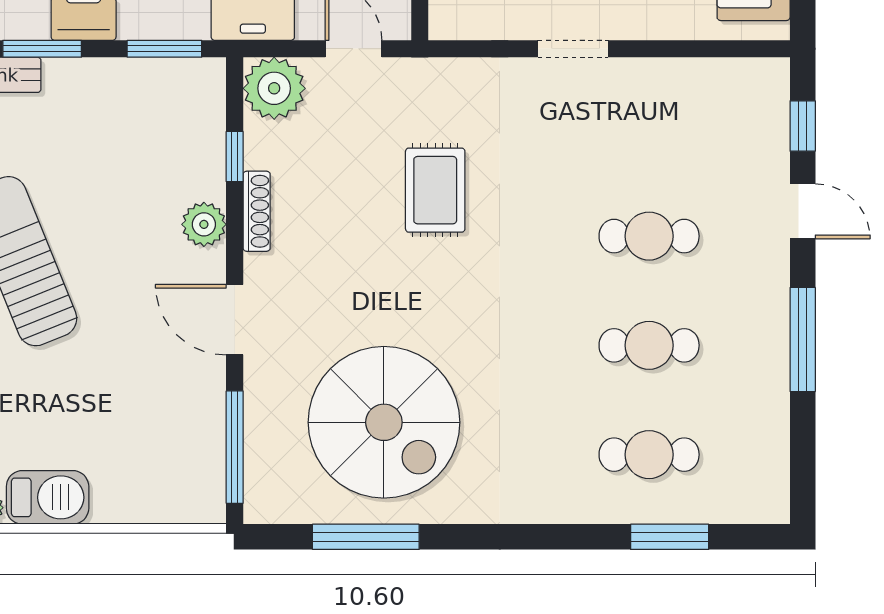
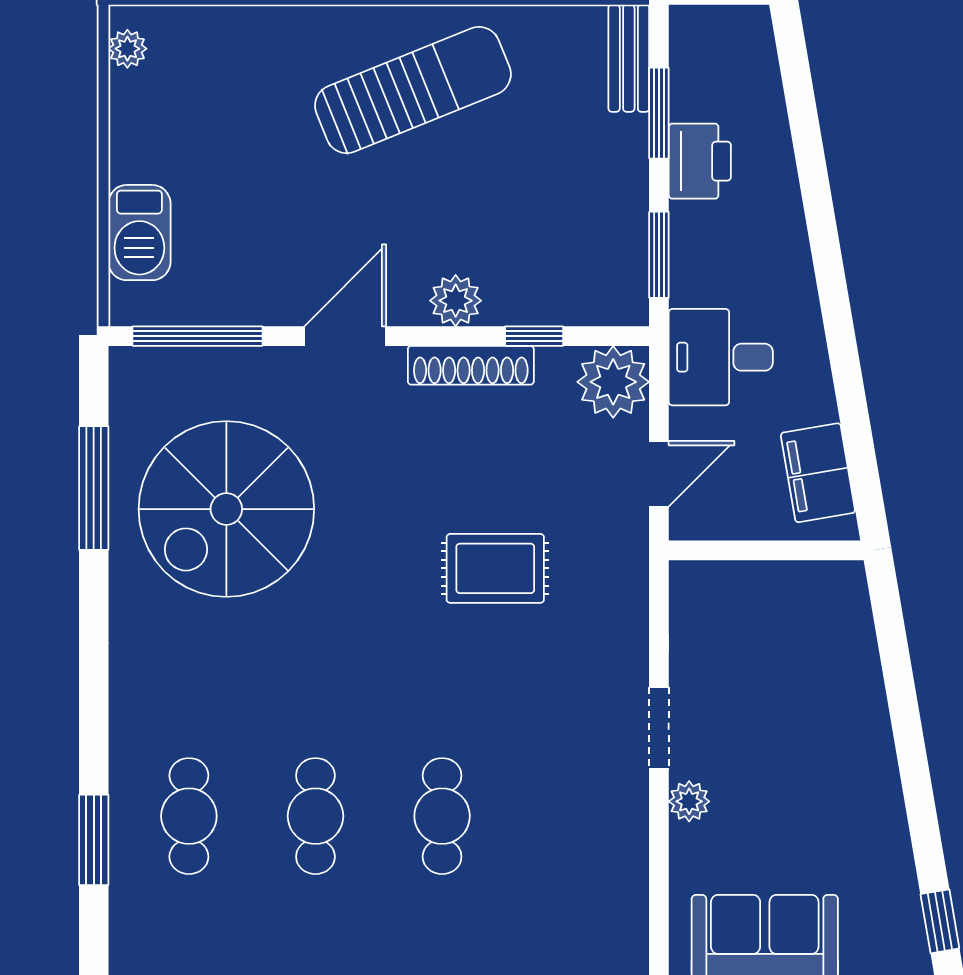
plant: (636, 23) -> (689, 801), added
shoe rack: (257, 211) -> (471, 365), width x1.36, depth x1.24
barbecue: (48, 497) -> (139, 233), moved

